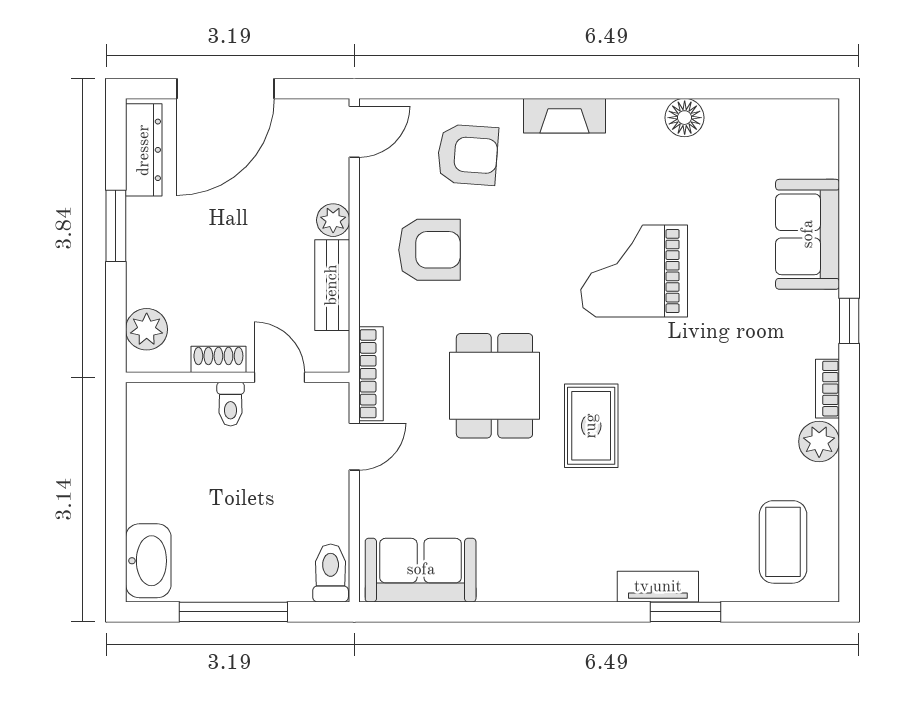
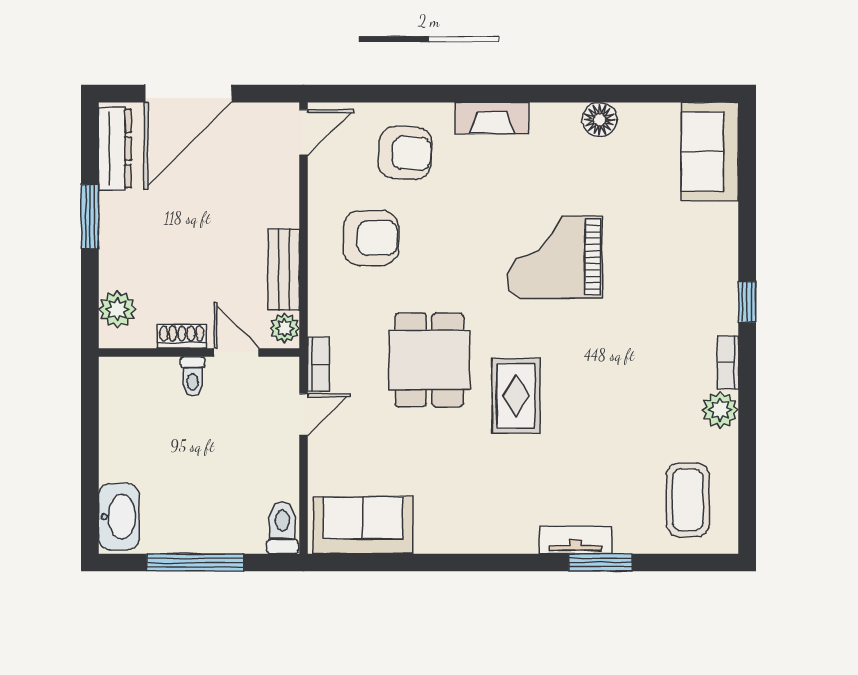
plant: (333, 220) -> (285, 328), moved
sofa: (808, 234) -> (710, 152), moved
bookcase: (371, 374) -> (319, 364), width x0.64

